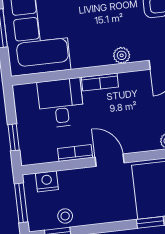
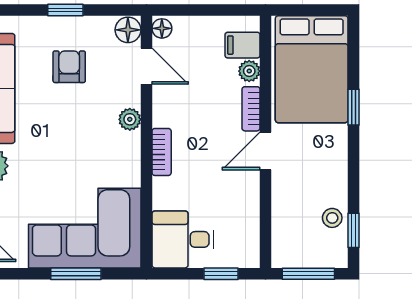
desk: (61, 103) -> (183, 239), moved
bookcase: (75, 153) -> (251, 109), moved
nightstand: (47, 181) -> (284, 237), removed

